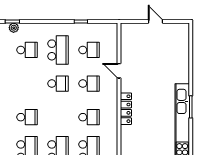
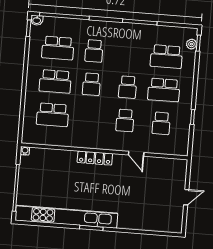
school desk: (27, 50) -> (166, 57), width x1.85
door: (119, 71) -> (136, 154), swing flipped
school desk: (89, 117) -> (91, 84), moved

